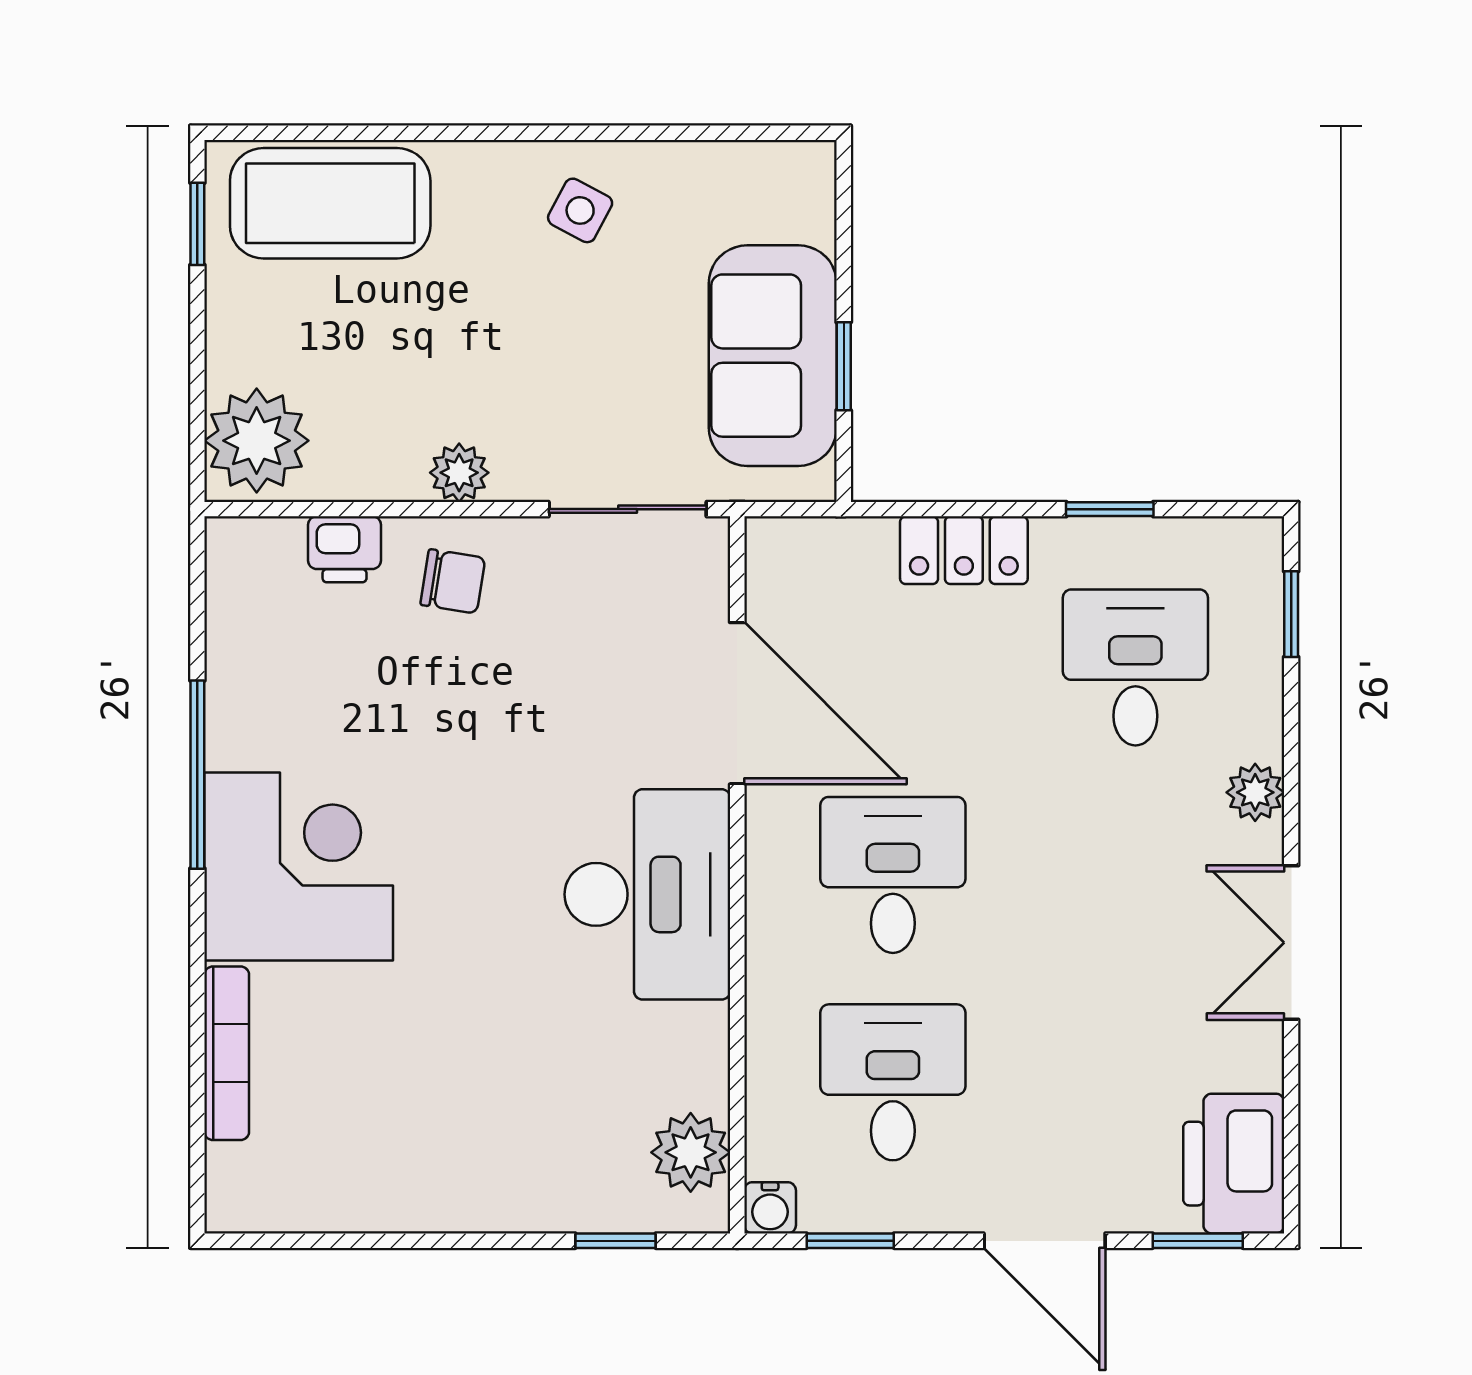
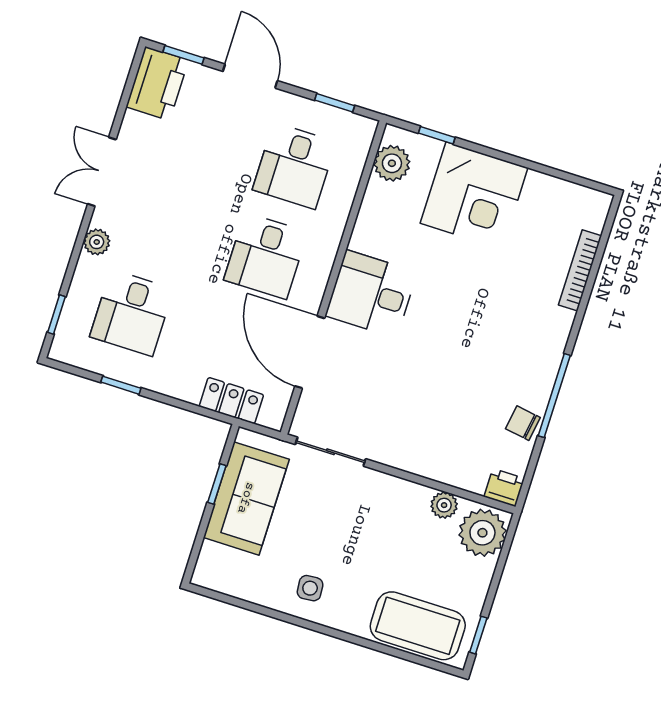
side table: (580, 210) -> (310, 588), turned -33
plant: (459, 473) -> (444, 505), moved
printer: (345, 549) -> (504, 488), moved
locker: (964, 550) -> (231, 401), moved
chair: (453, 581) -> (523, 423), moved
corner desk: (299, 867) -> (474, 195), moved, turned -90
desk: (647, 894) -> (371, 294), width x0.73
double door: (1291, 943) -> (102, 172), swing flipped
water cooler: (770, 1208) -> (365, 128), removed

